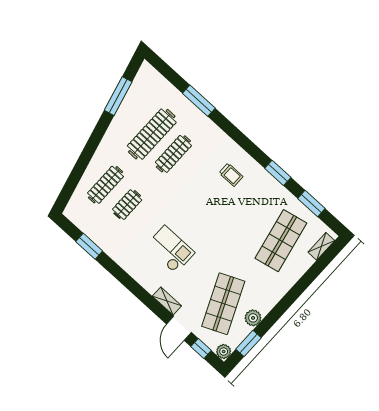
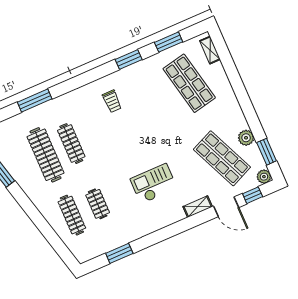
trolley: (231, 175) -> (112, 101), turned 90

